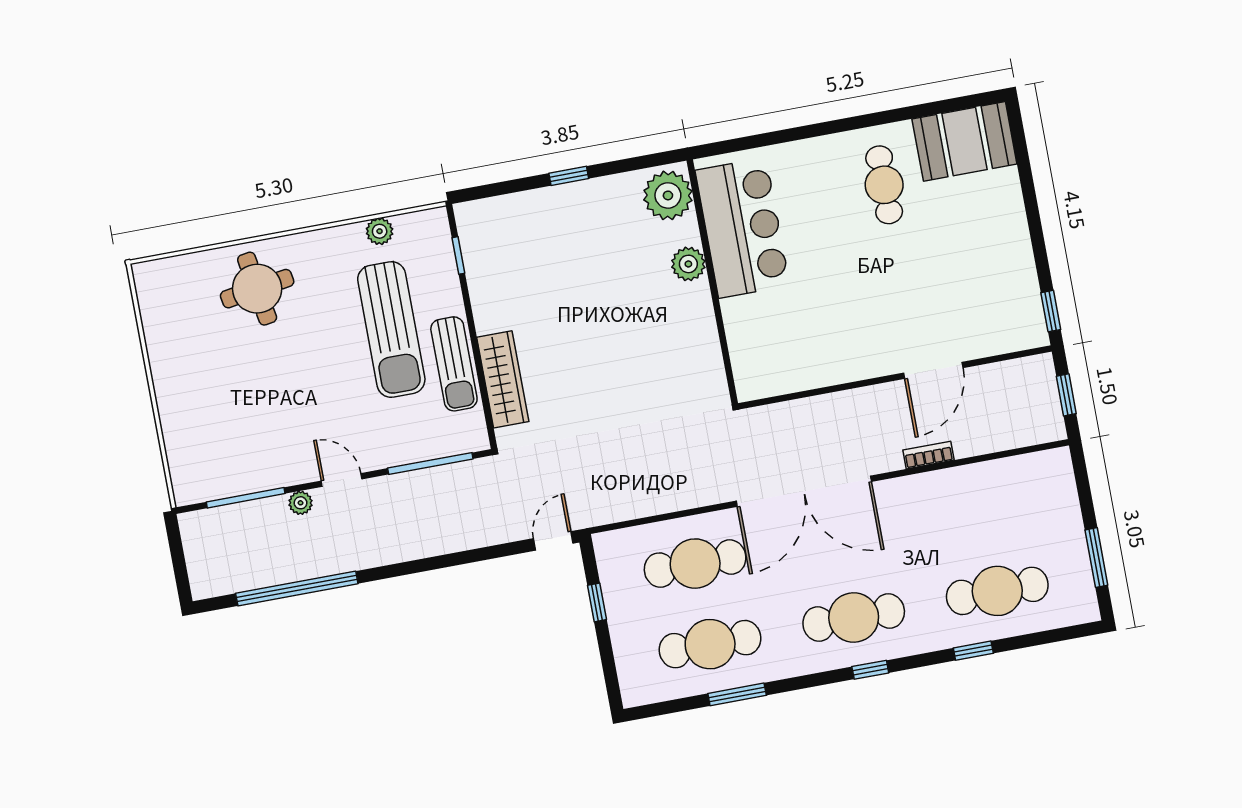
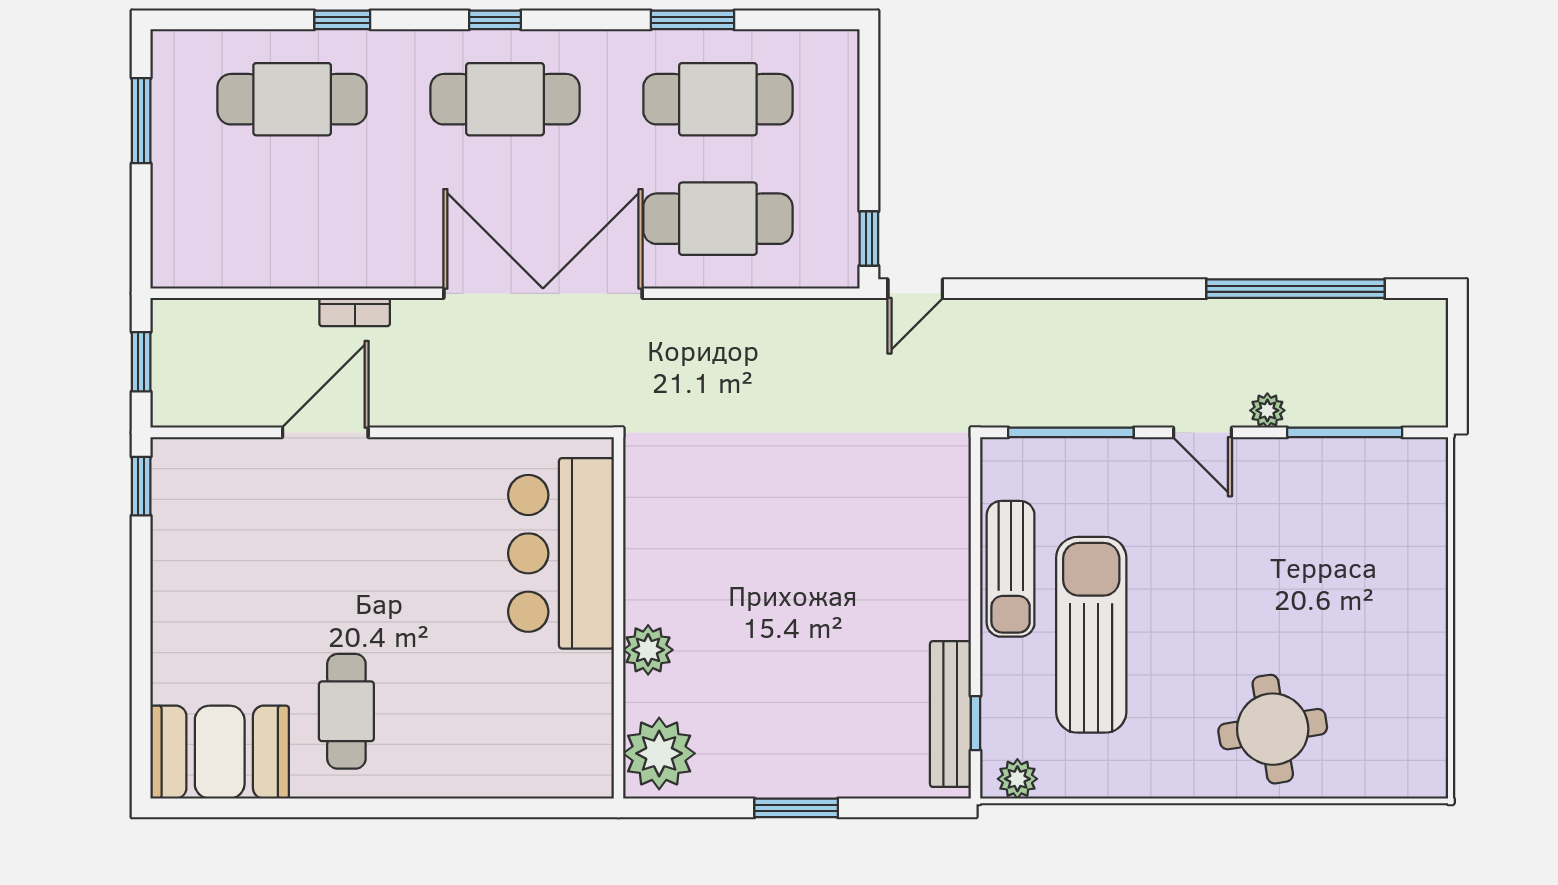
window: (569, 176) -> (796, 808), width x1.50
bar counter: (742, 228) -> (561, 553), moved
plant: (380, 231) -> (1017, 779), moved
bench: (476, 258) -> (950, 714), added
sun lounger: (454, 364) -> (1011, 569), turned 180
wardrobe: (503, 379) -> (945, 534), removed
window: (597, 602) -> (869, 239), moved

